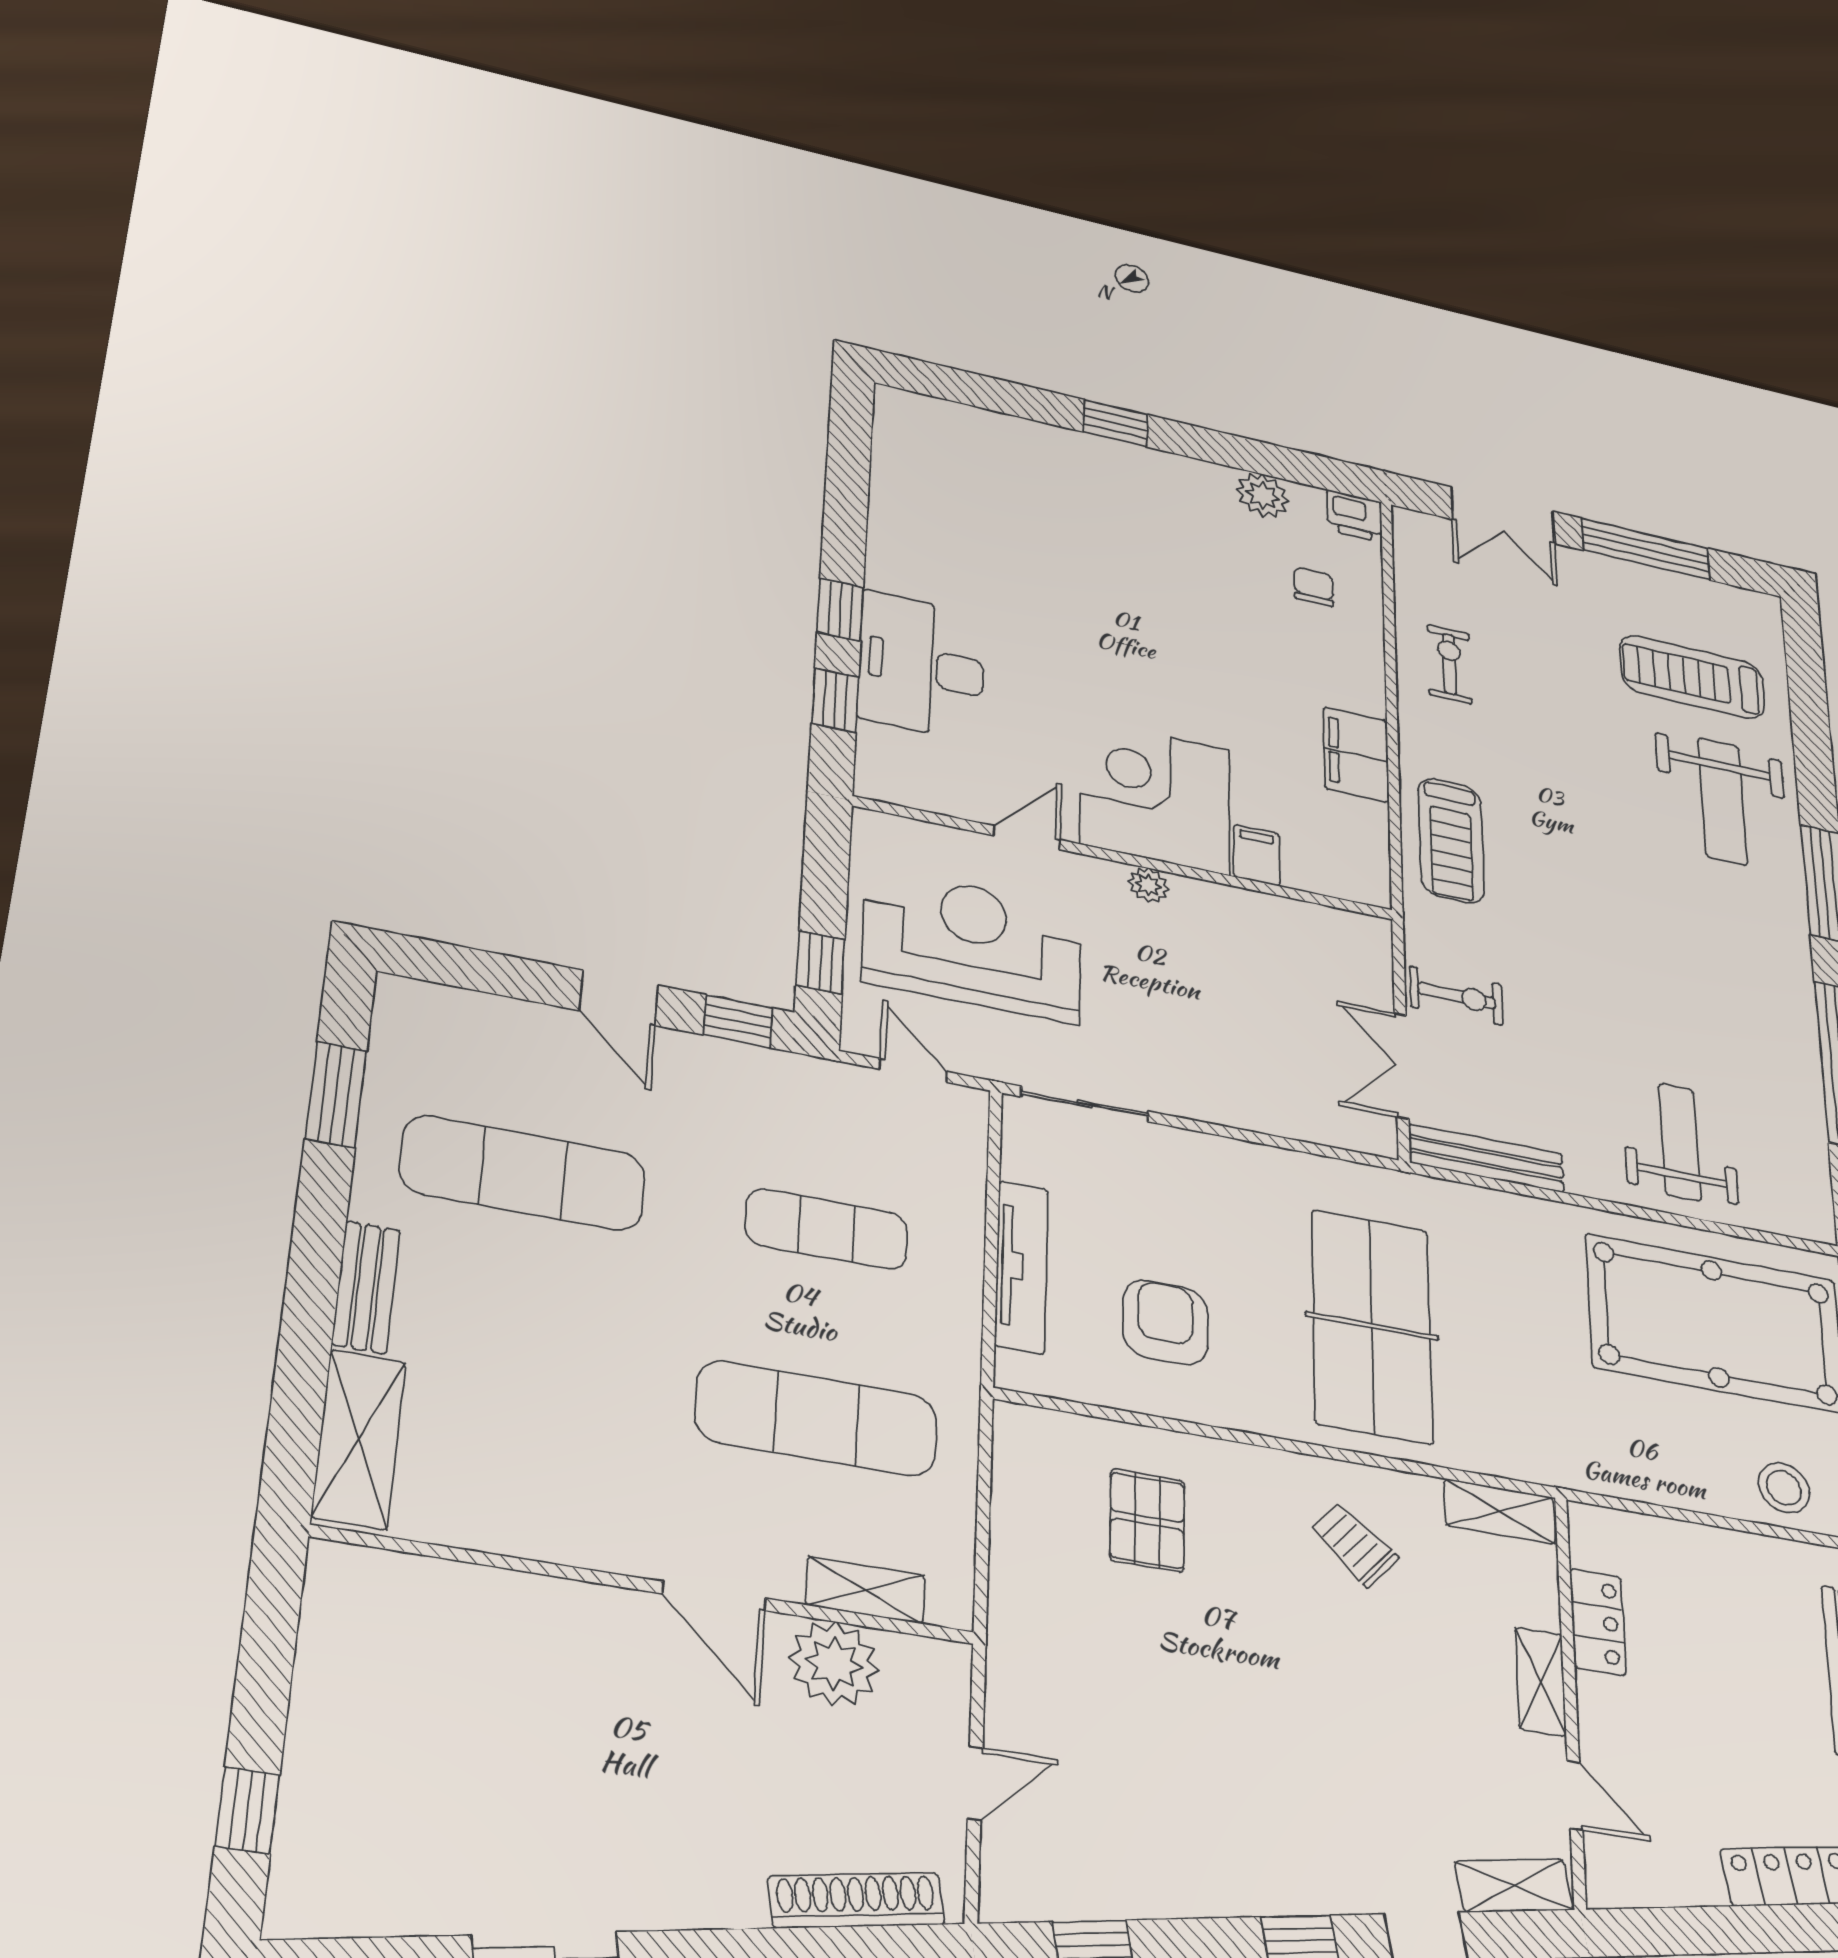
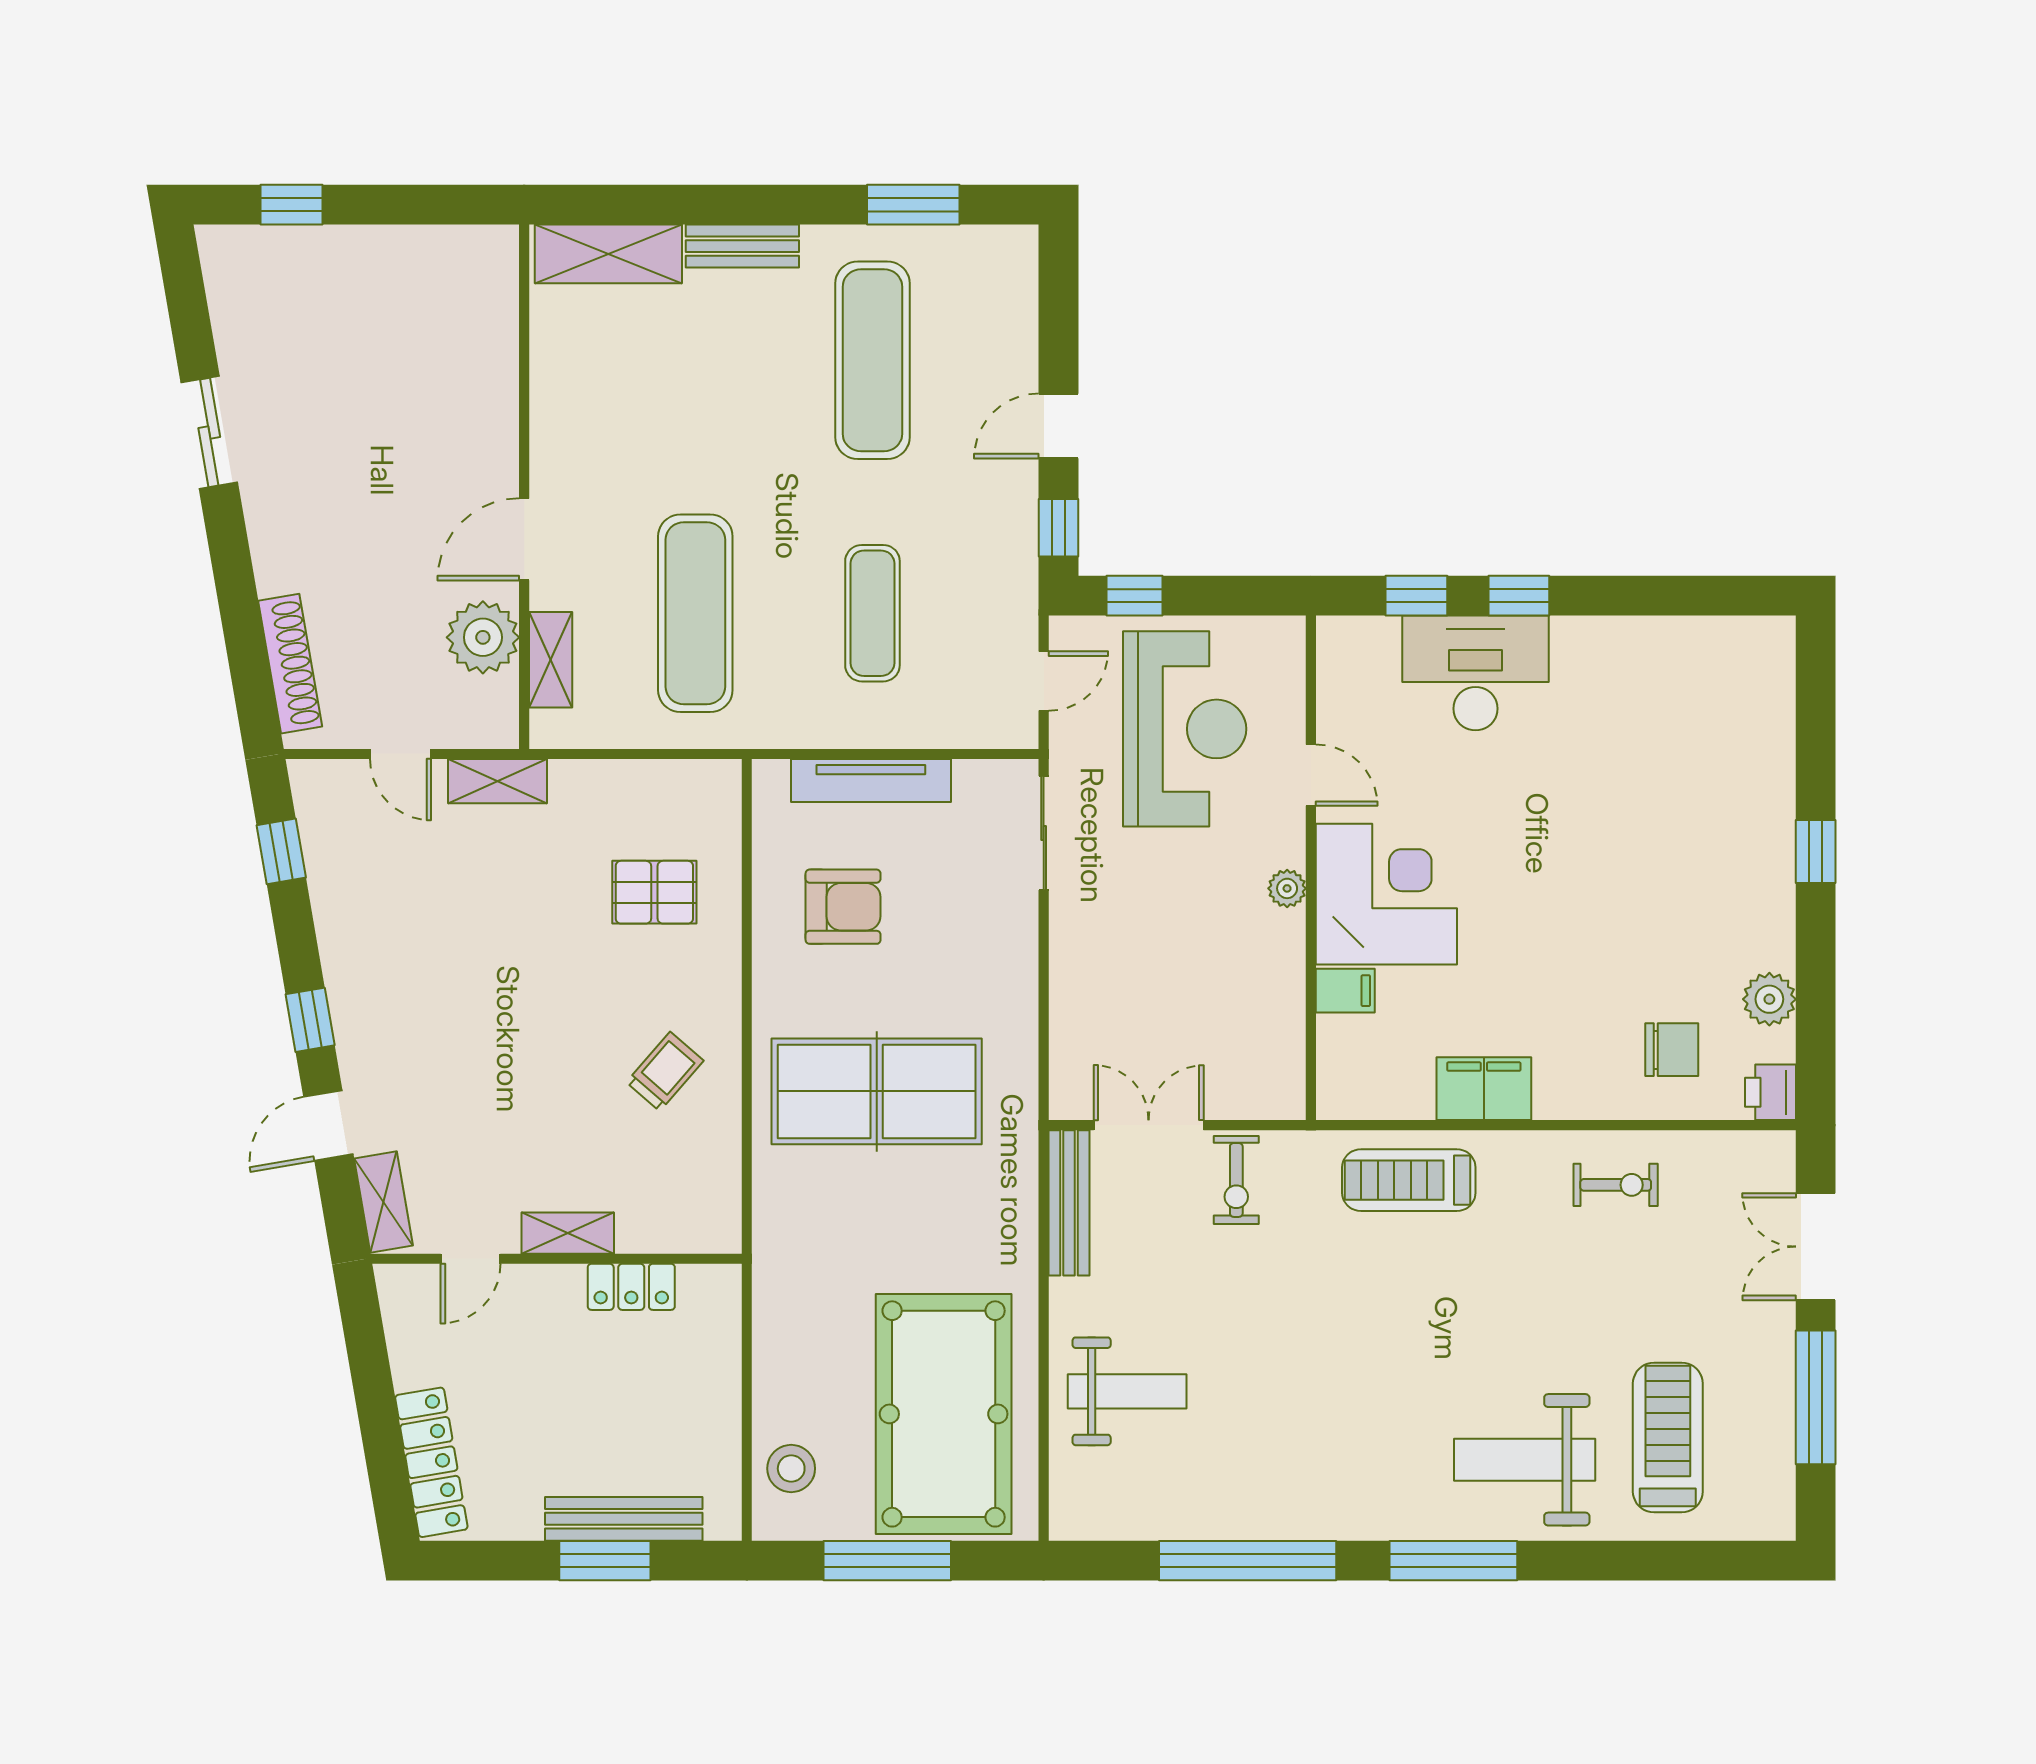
chair: (1314, 587) -> (1672, 1050), width x1.37, depth x1.37
shelving: (1500, 1511) -> (498, 781), moved, turned 90

